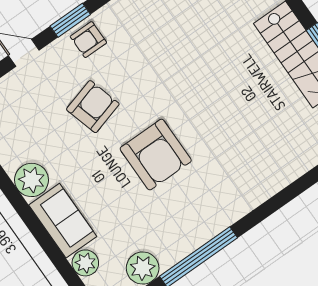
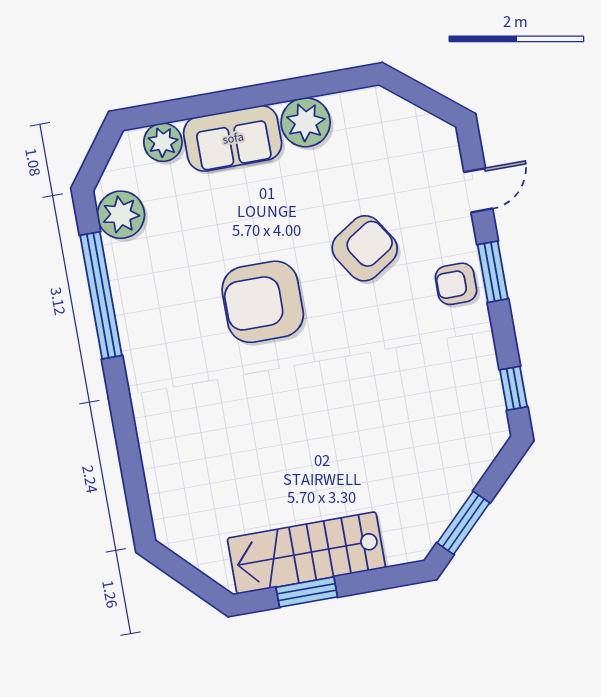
armchair: (88, 40) -> (456, 284), turned -90
armchair: (93, 107) -> (365, 248), turned -107

